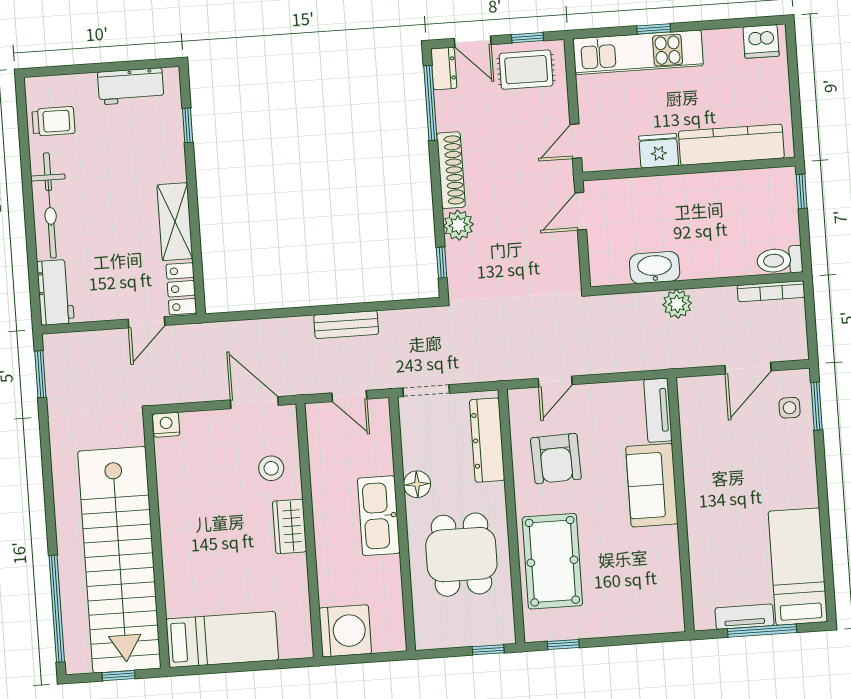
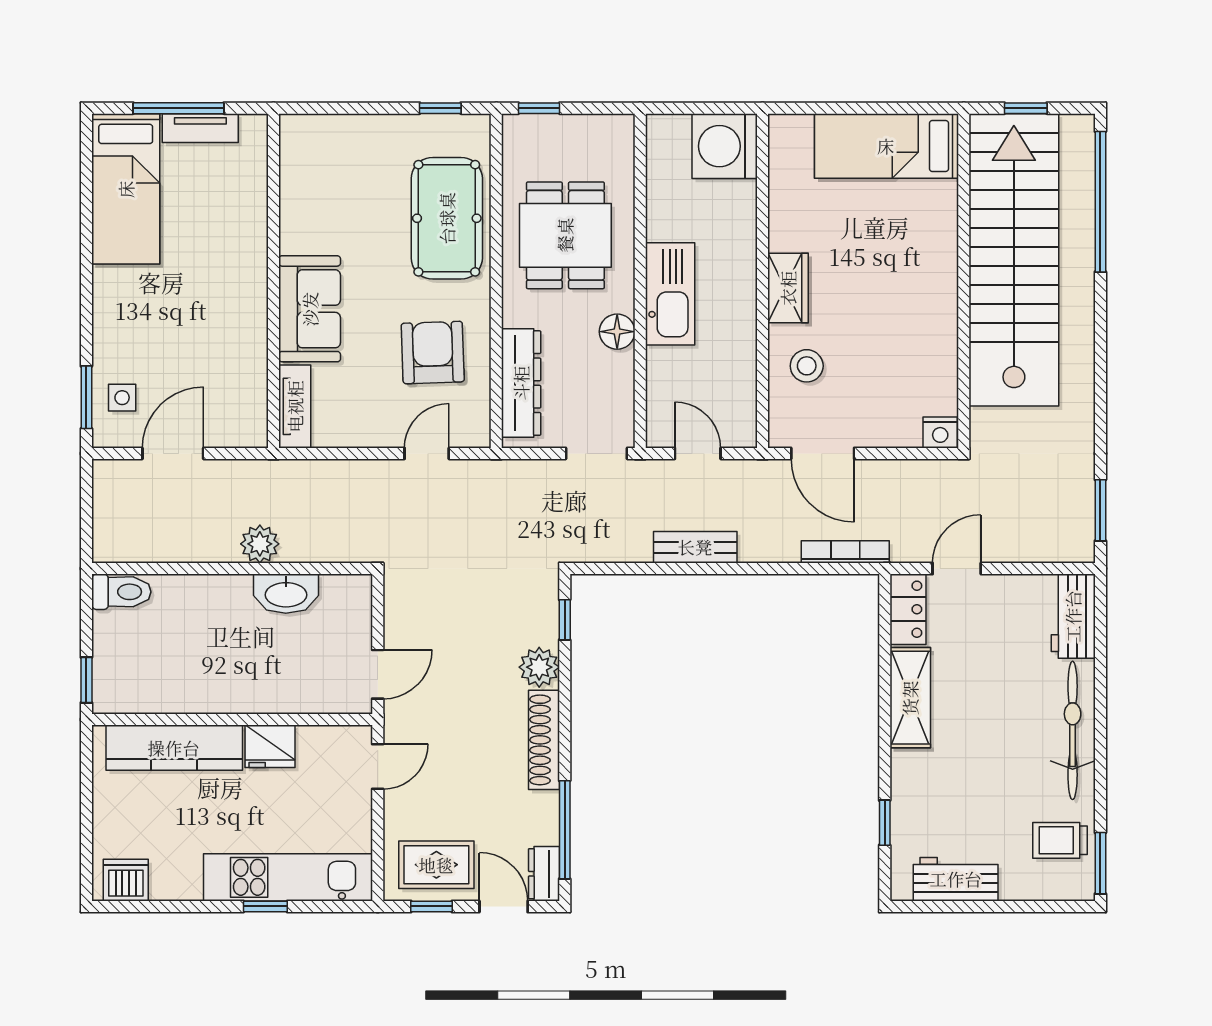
window: (22, 106) -> (1100, 863), added
bookcase: (771, 291) -> (845, 552), moved

